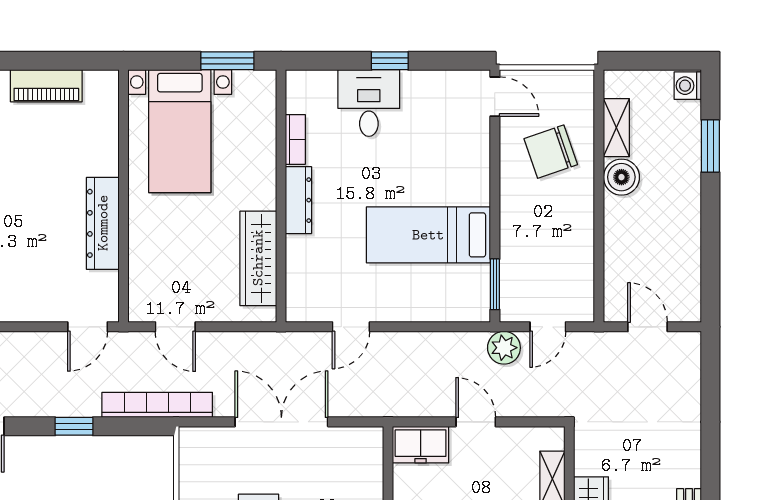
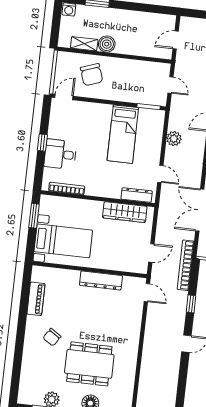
bookcase: (295, 139) -> (67, 188), width x1.56
dresser: (299, 200) -> (137, 195), moved
plant: (504, 348) -> (174, 139), moved

